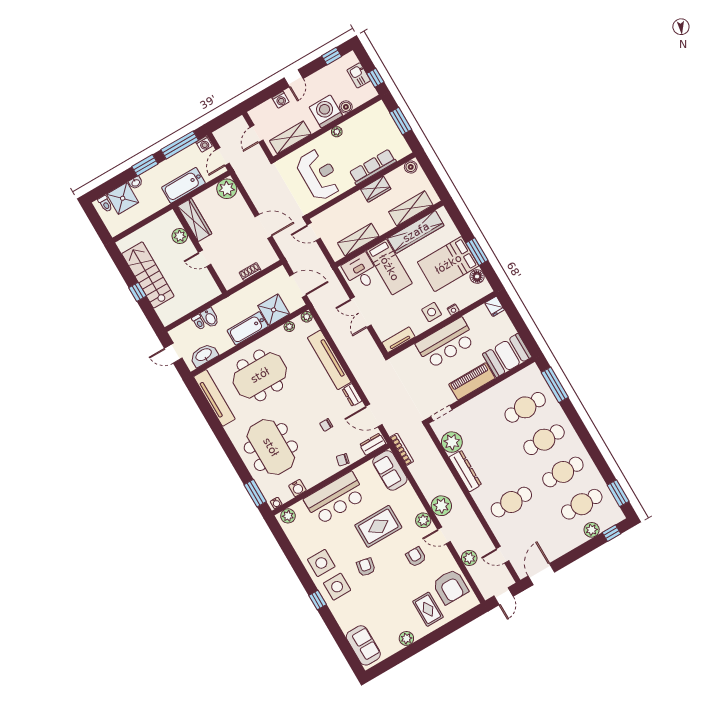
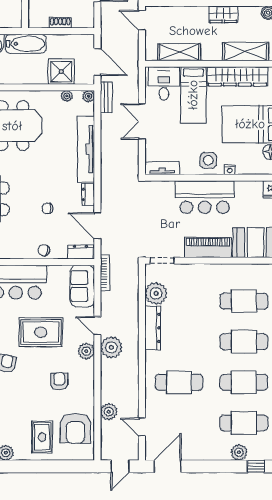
bench: (321, 309) -> (106, 97), added
bathtub: (248, 328) -> (26, 44), moved, turned 180
door: (444, 535) -> (97, 326), moved

